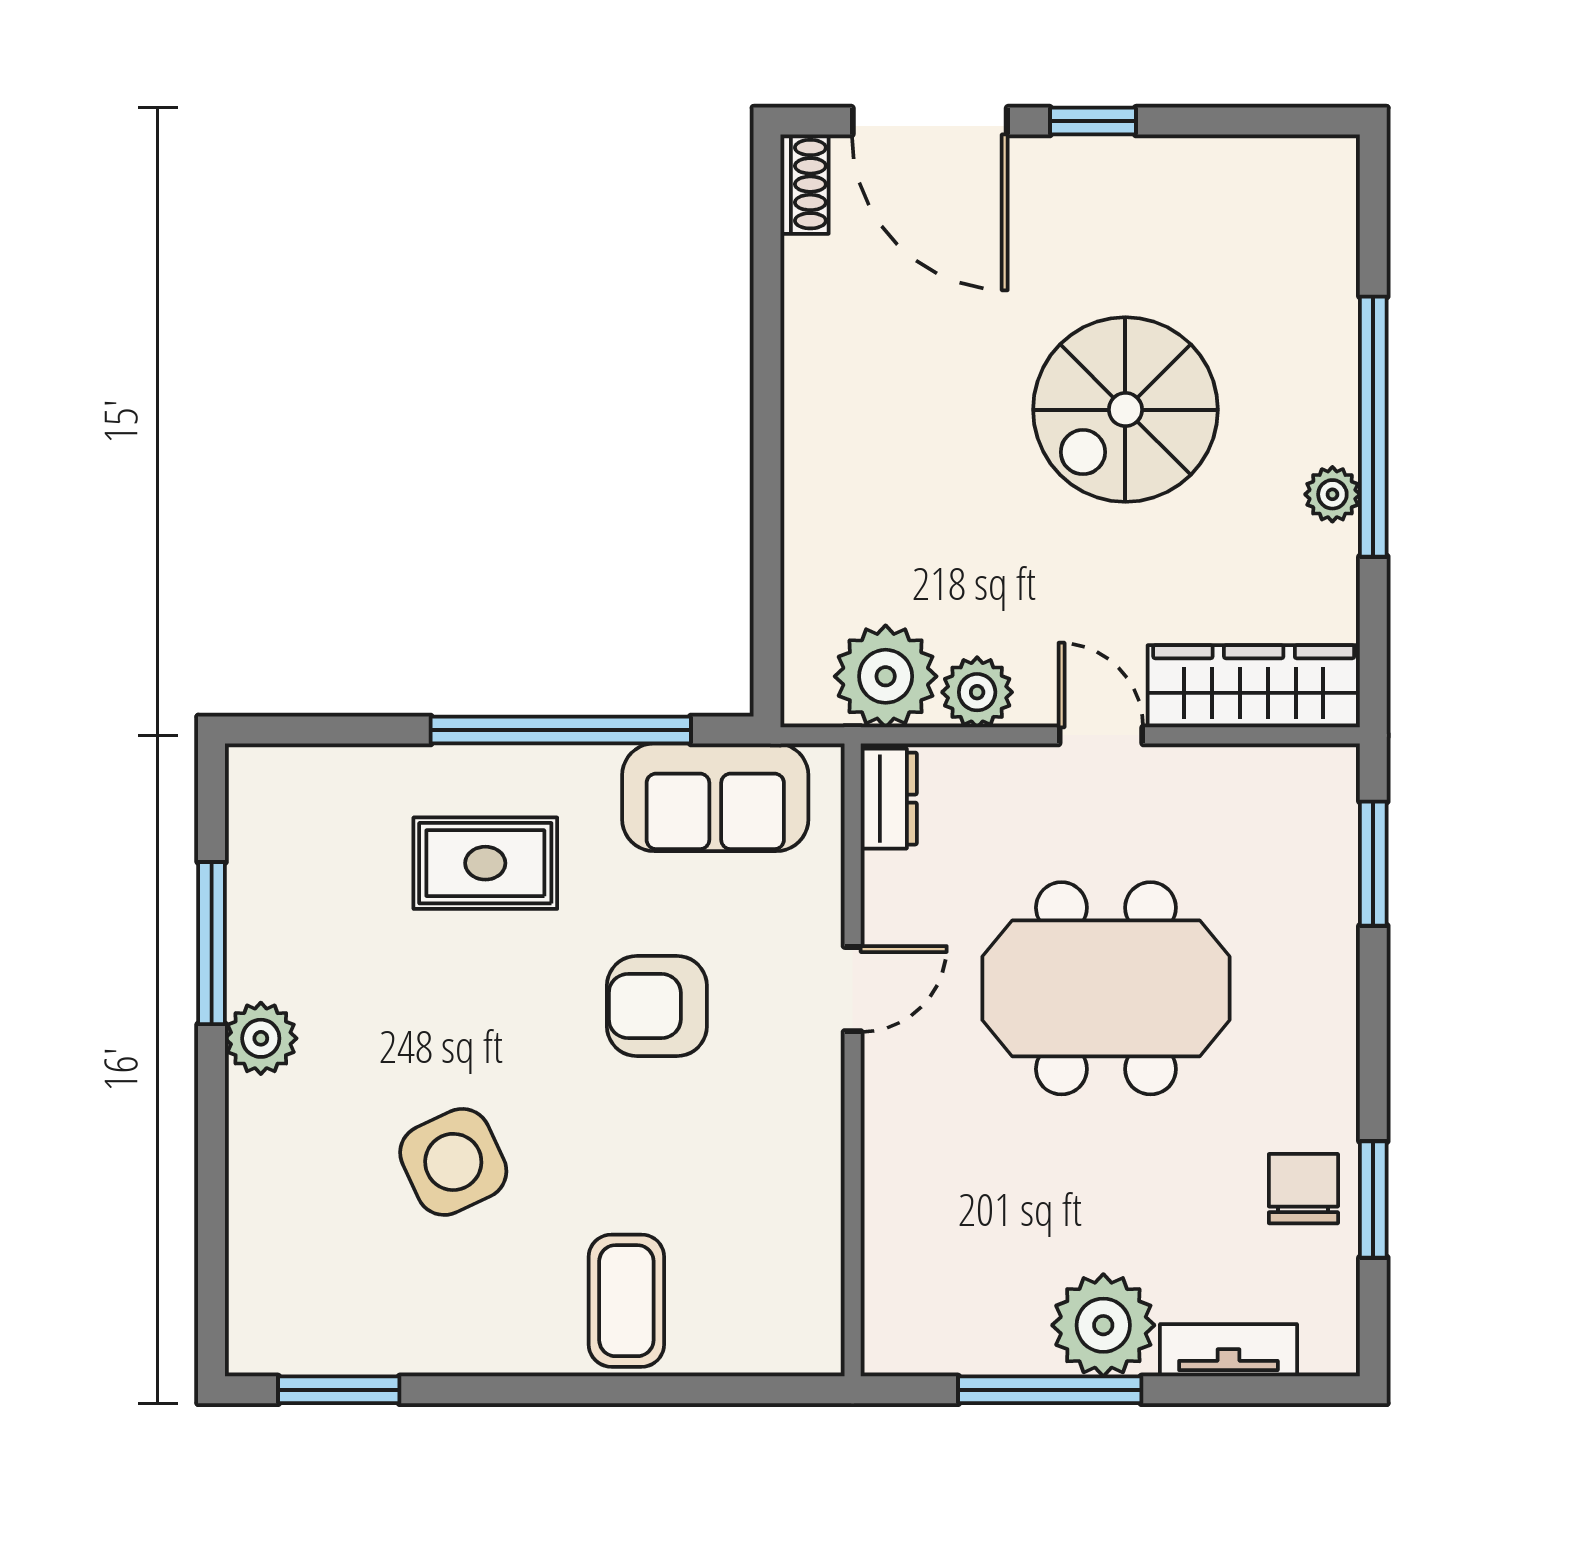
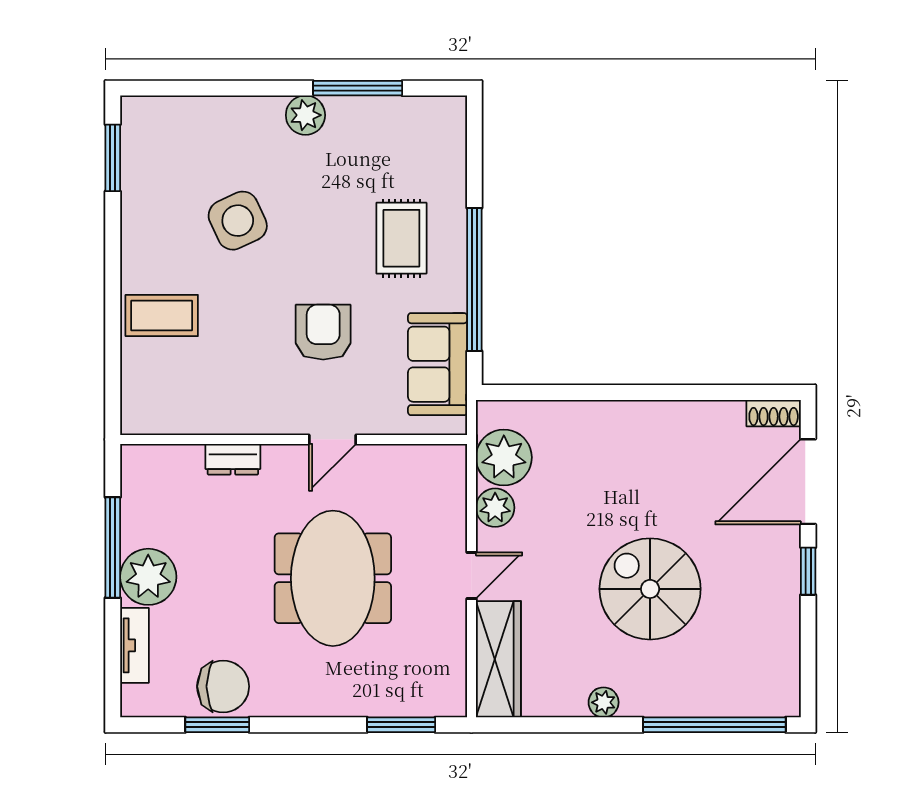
window: (1373, 427) -> (714, 725), moved
dresser: (889, 799) -> (233, 459), moved
door: (853, 989) -> (332, 439), hinge flipped
chair: (1303, 1189) -> (223, 686), width x1.37, depth x1.37

